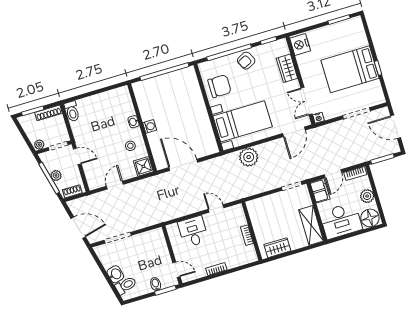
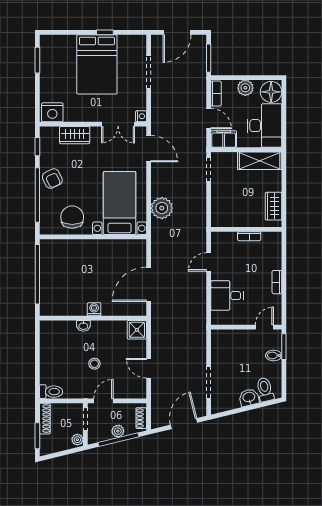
stool: (130, 146) -> (94, 364), moved

